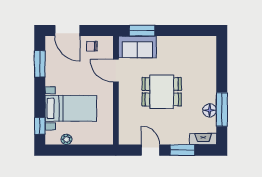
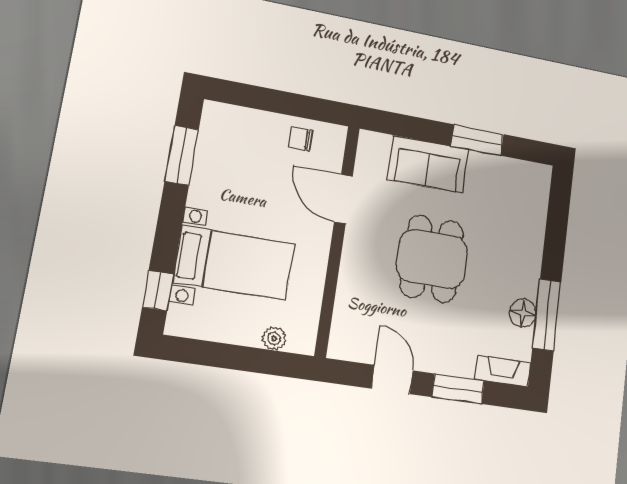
door: (67, 31) -> (254, 97), removed
window: (142, 31) -> (477, 140), moved
sofa: (137, 47) -> (428, 164), moved
dining table: (162, 92) -> (432, 259), turned 90
plant: (67, 139) -> (274, 338), moved

